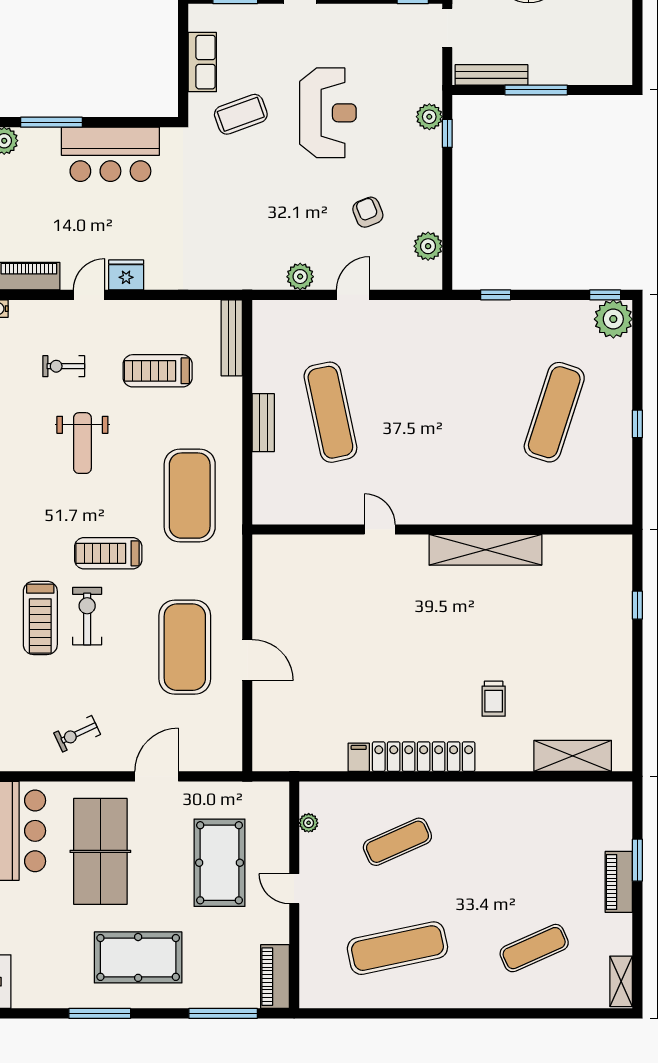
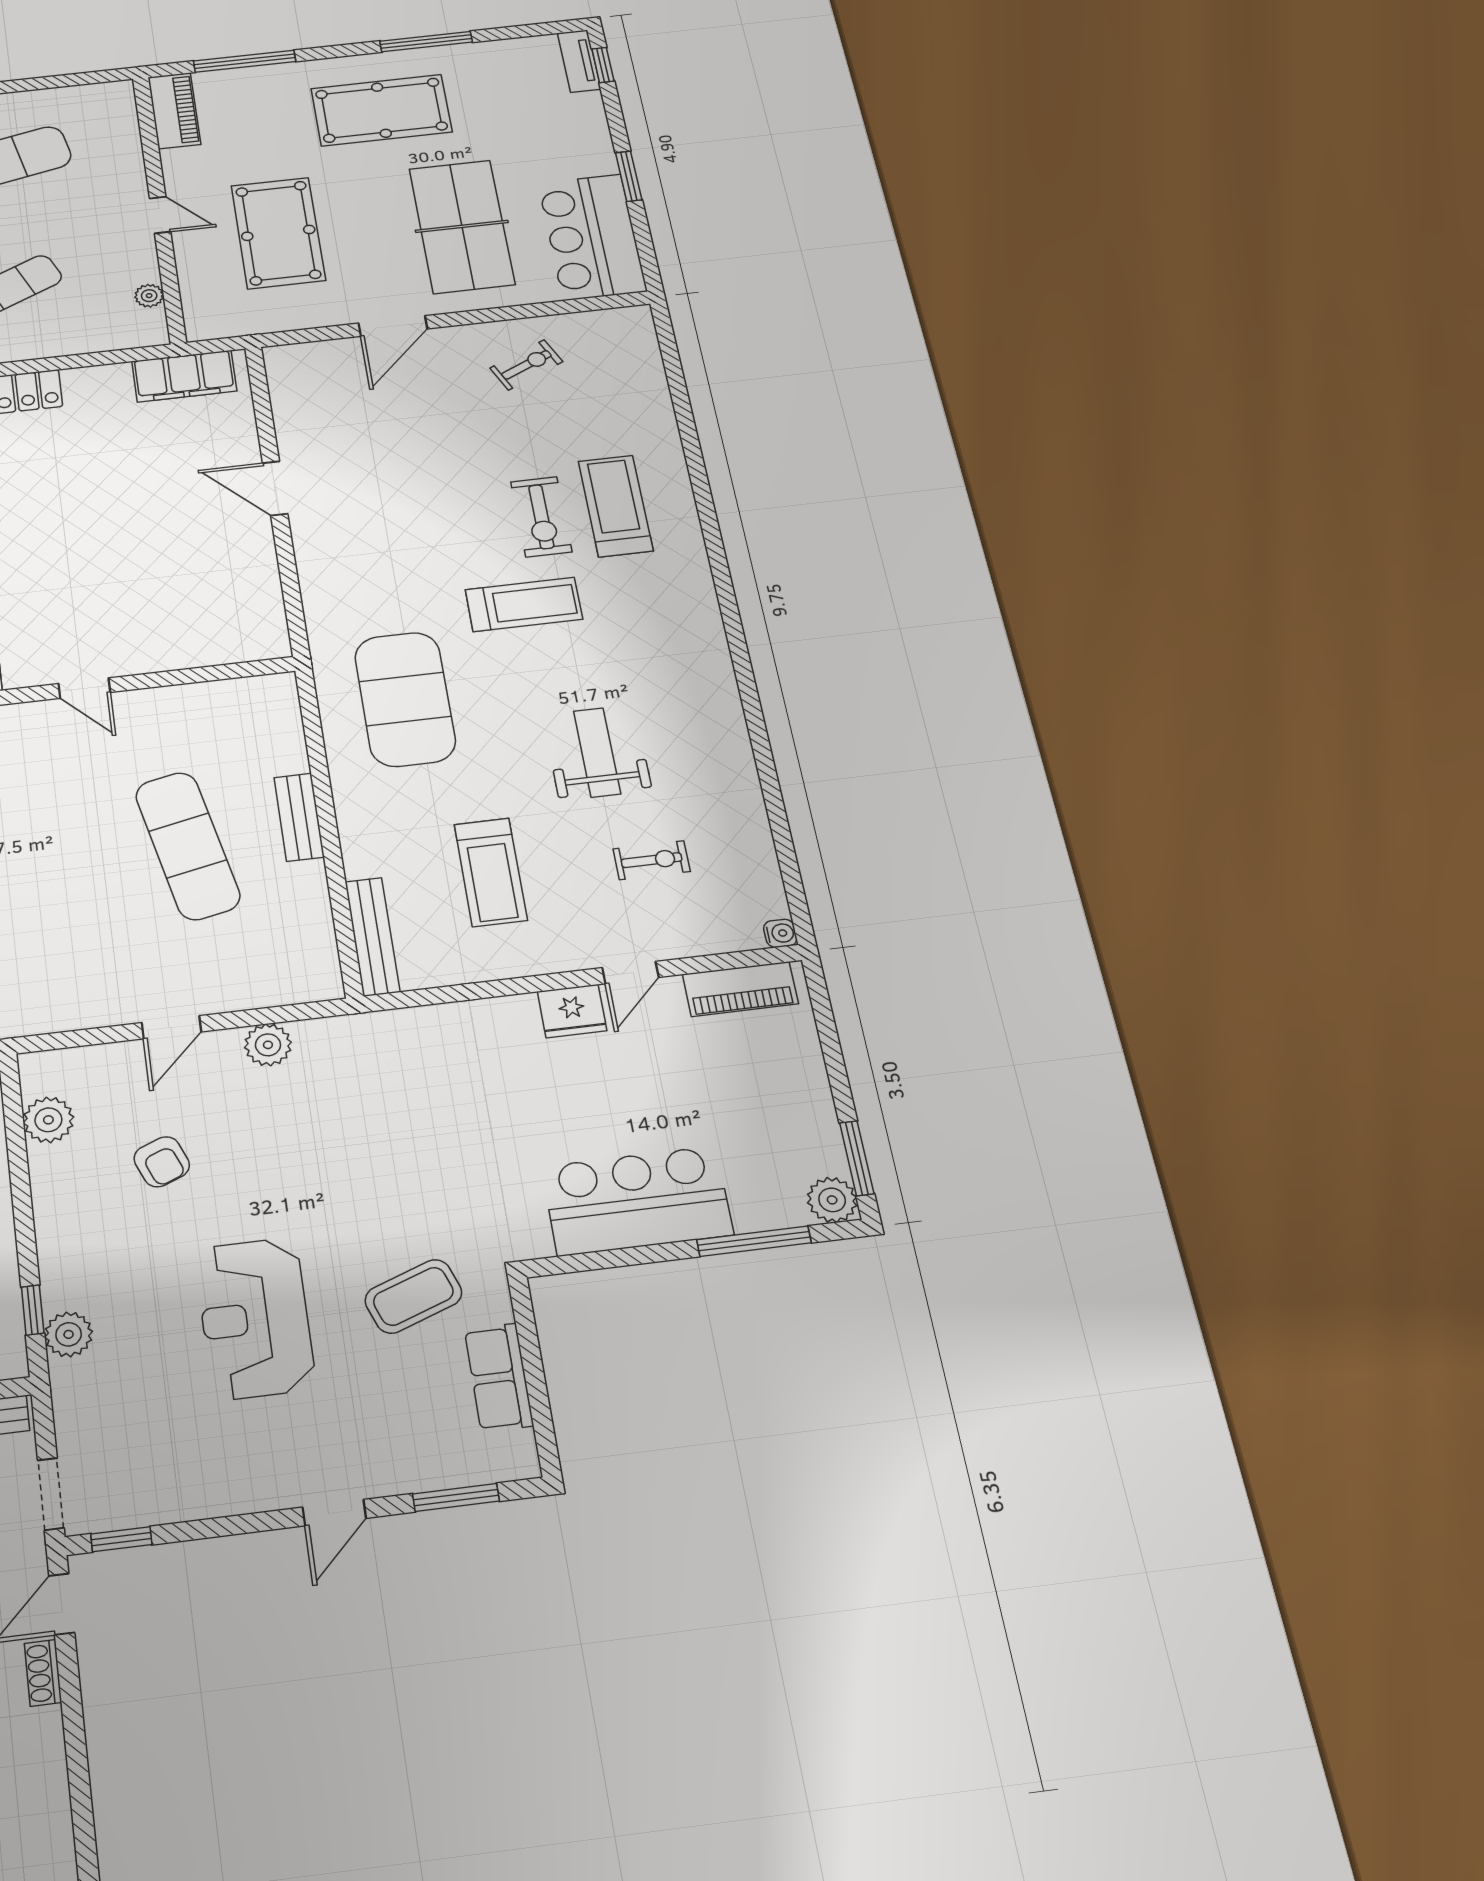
treadmill: (158, 371) -> (491, 872), turned 90
exercise mat: (185, 647) -> (378, 494), removed
filing cabinet: (359, 757) -> (184, 376), moved, width x3.00, depth x1.17

